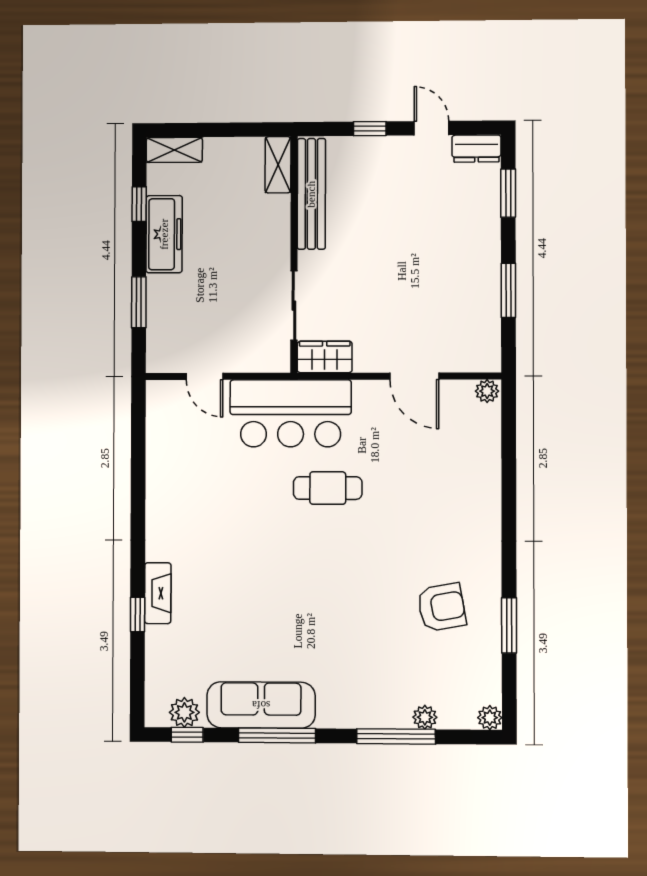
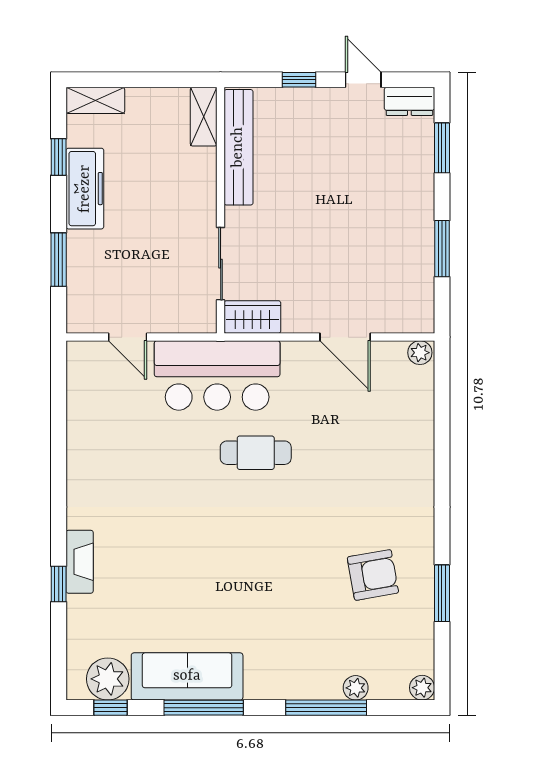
plant: (184, 712) -> (108, 679), width x1.36, depth x1.36

